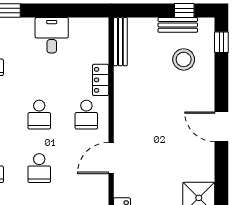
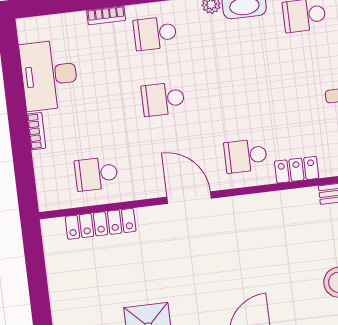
school desk: (39, 115) -> (238, 90), removed

